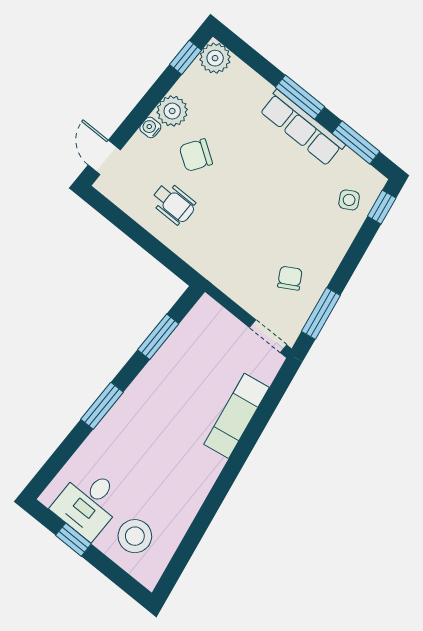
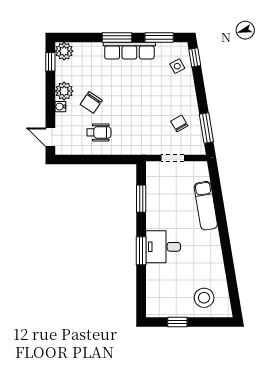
doorway: (268, 336) -> (173, 158), moved
desk: (88, 503) -> (163, 247), moved, turned 90

